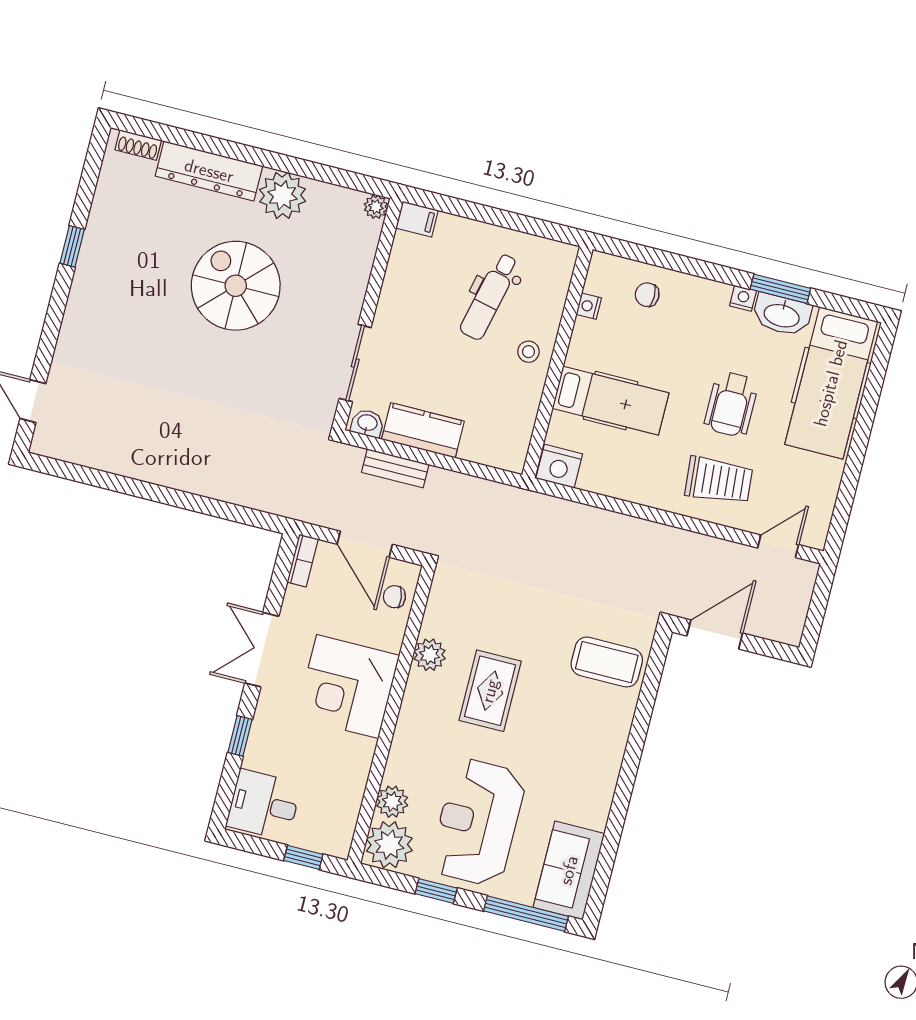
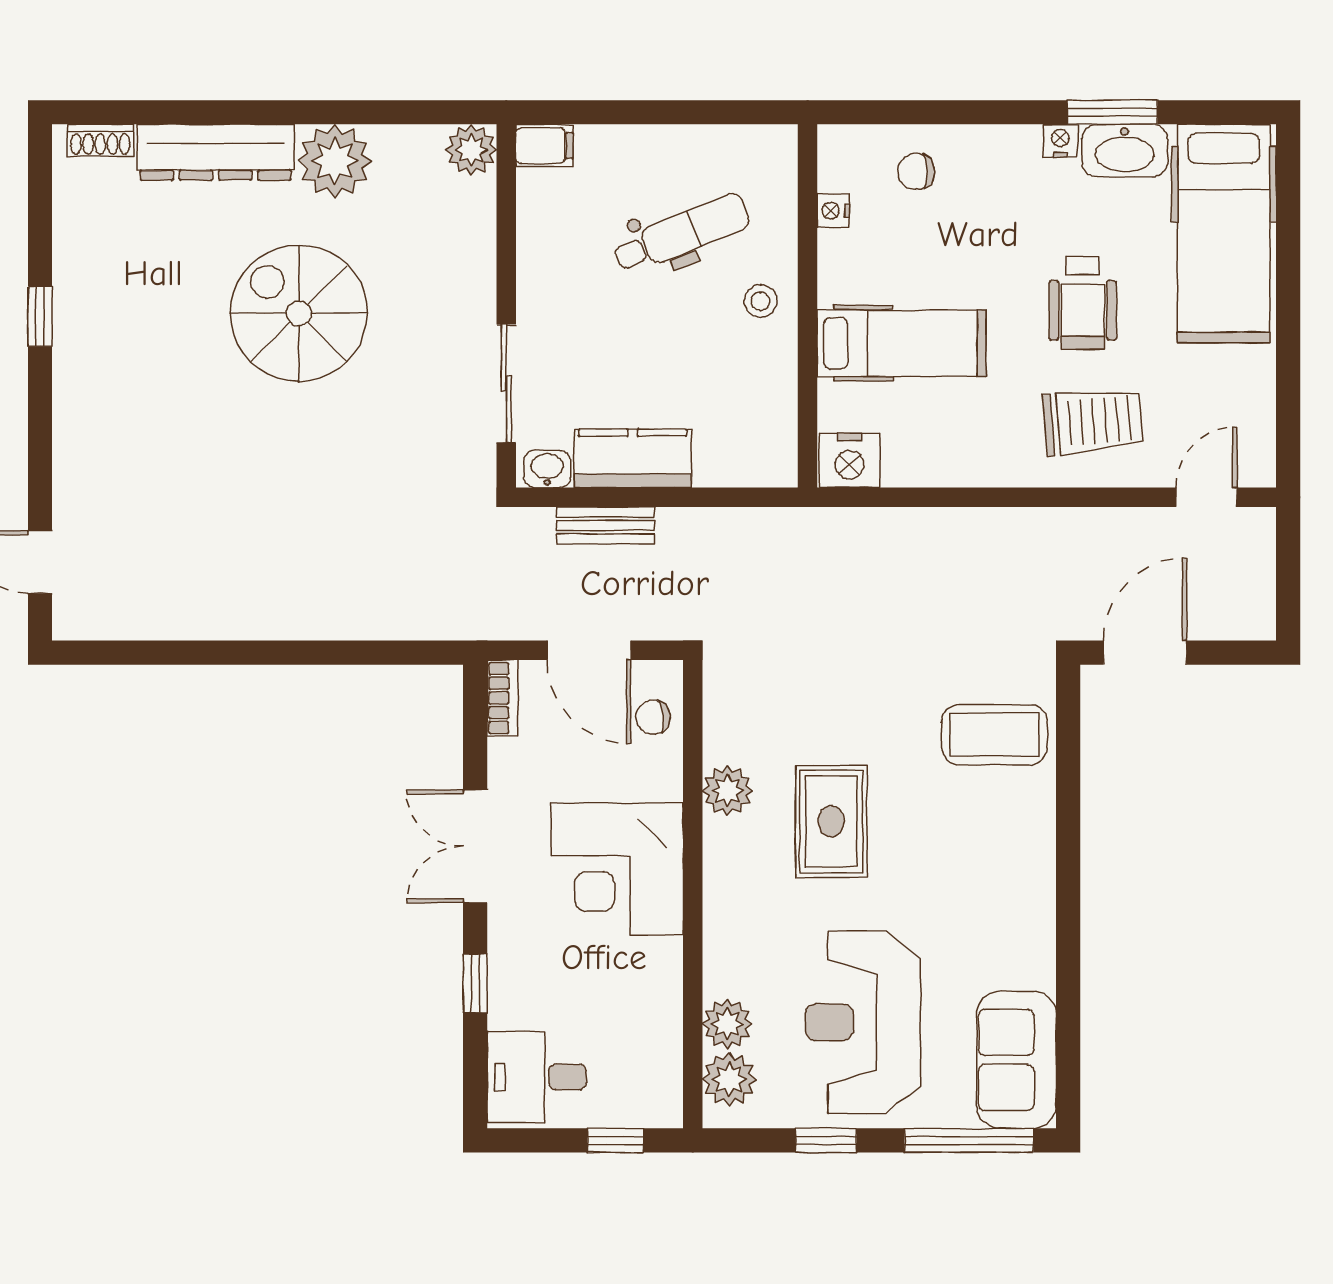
plant: (376, 207) -> (471, 150), width x1.38, depth x1.38
dental chair: (489, 297) -> (682, 234), turned -125
plant: (389, 845) -> (729, 1079), width x0.73, depth x0.73

